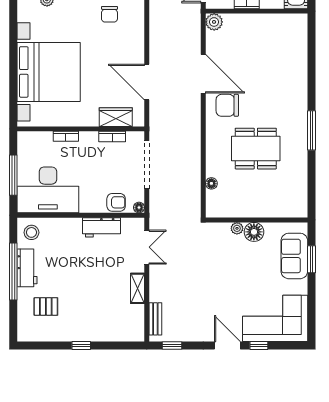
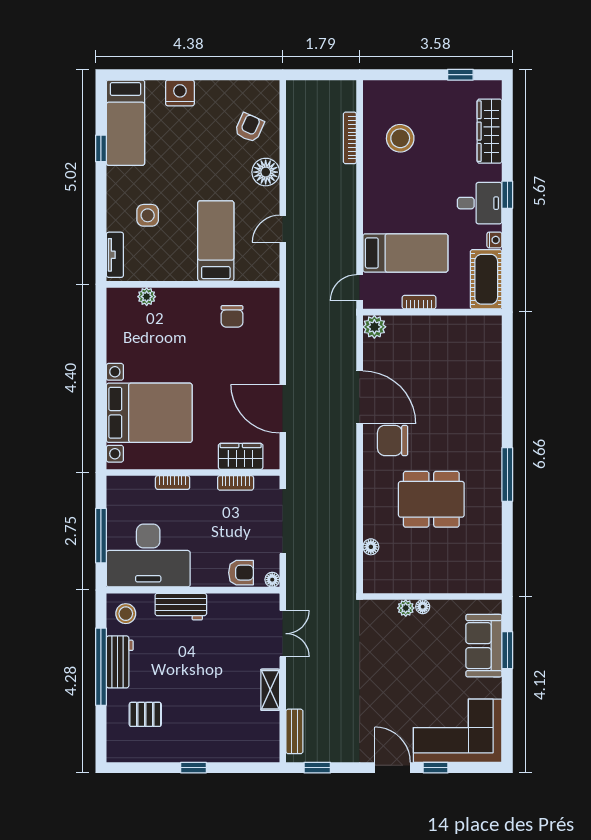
bed with nightstands: (49, 72) -> (149, 413), width x0.73
workbench: (102, 227) -> (181, 607), moved
floor lamp: (254, 232) -> (423, 607), width x0.53, depth x0.53

